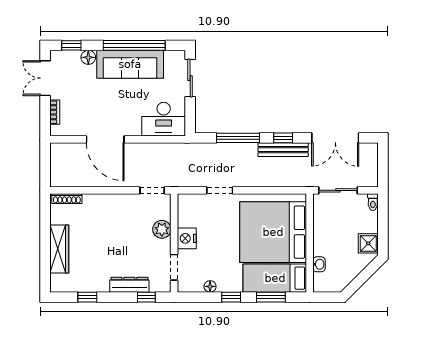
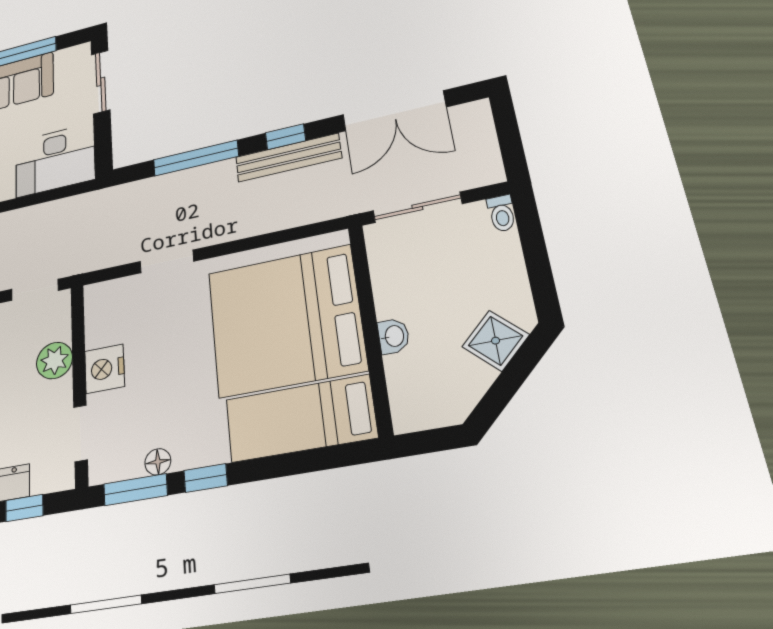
shower: (368, 243) -> (496, 341), moved, turned 45
washbasin: (319, 264) -> (394, 336), moved
window: (271, 297) -> (135, 490), moved

